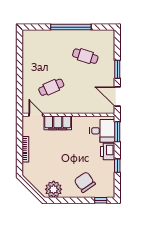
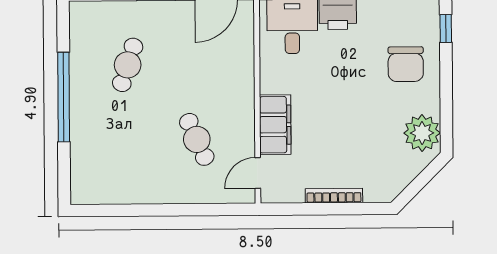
chair: (85, 182) -> (406, 64), turned -55

